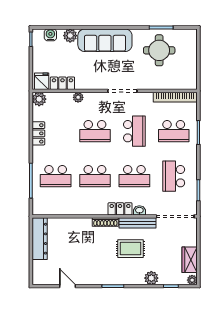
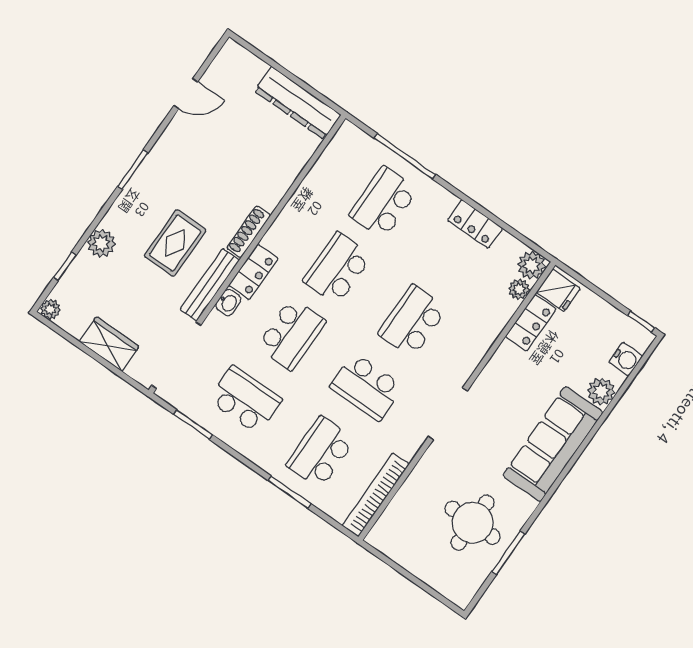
plant: (78, 97) -> (519, 289), moved
school desk: (134, 176) -> (291, 334), turned 180
wardrobe: (190, 260) -> (109, 344), moved

